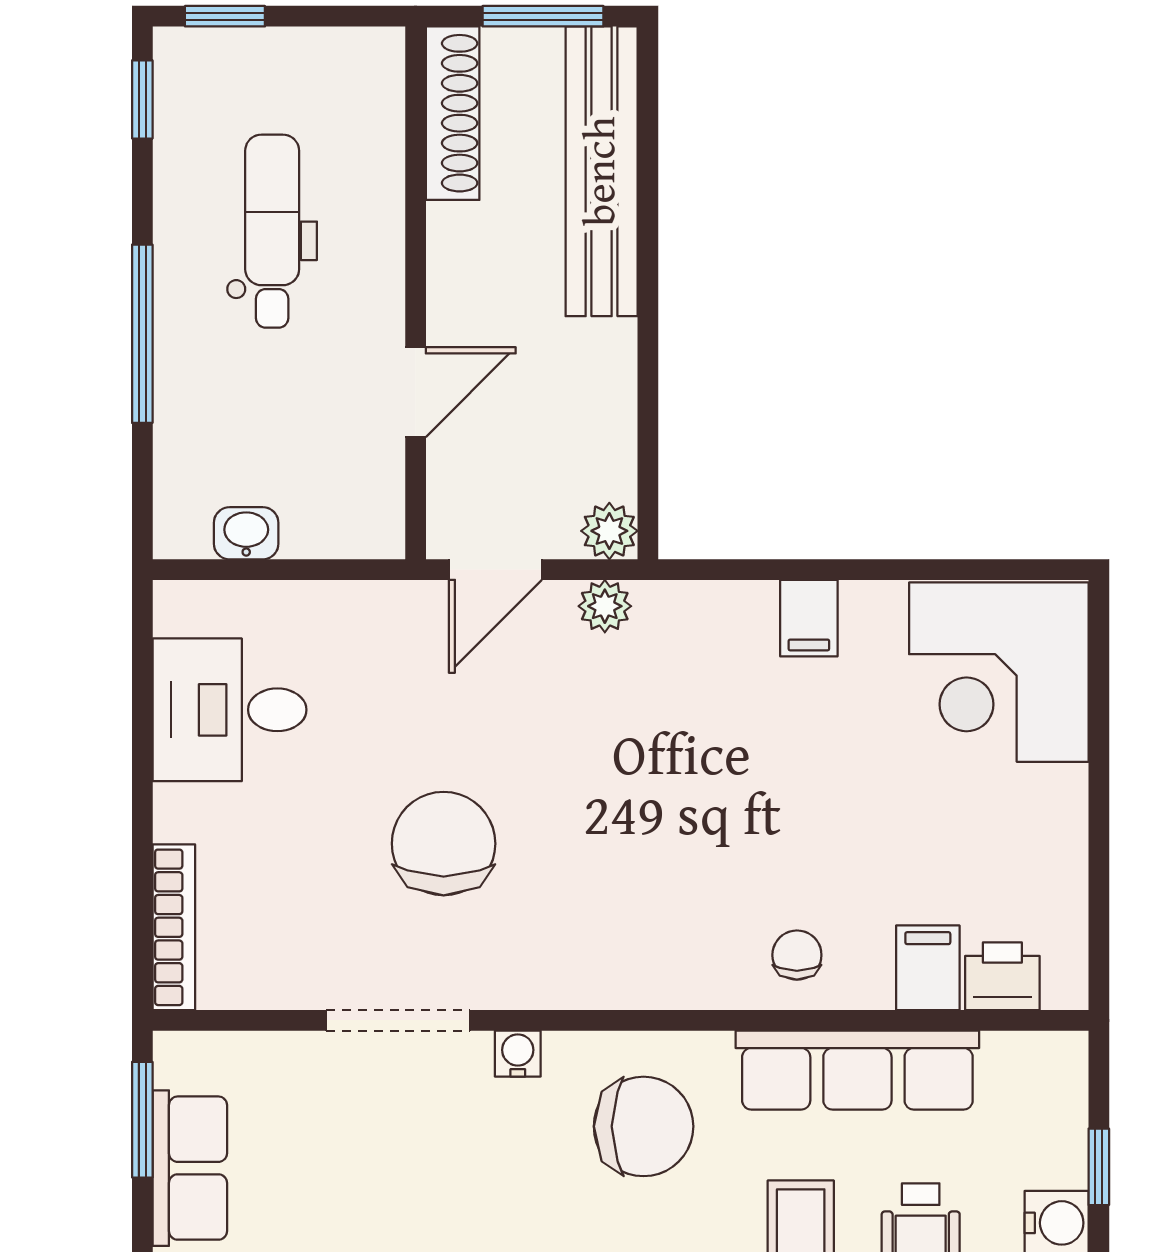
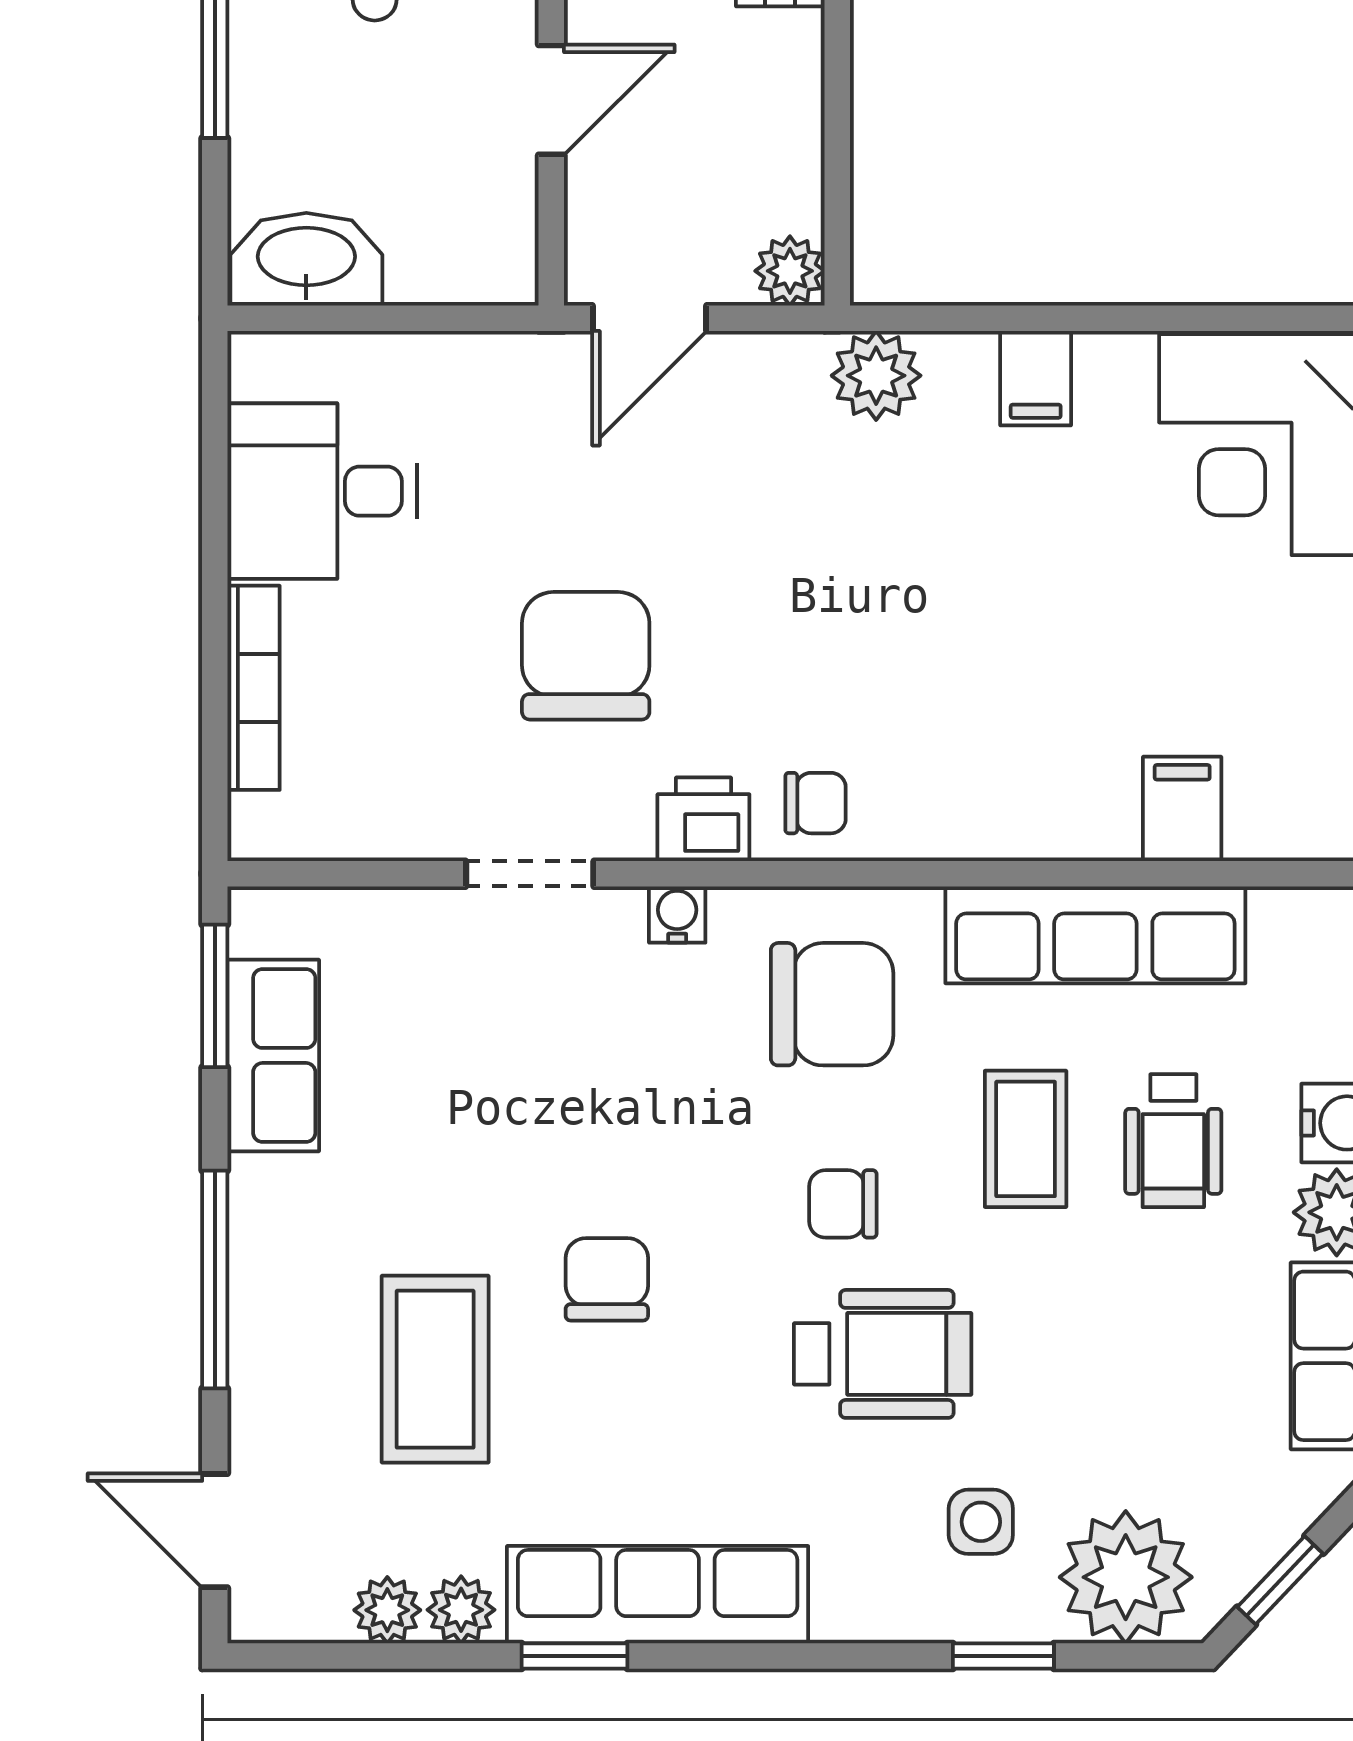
washbasin: (246, 533) -> (306, 259), width x1.91, depth x1.45
plant: (605, 606) -> (876, 376), moved, width x1.38, depth x1.38
bookcase: (174, 927) -> (254, 688), moved
chair: (797, 955) -> (815, 803), moved, turned 90
printer: (1002, 976) -> (703, 819), moved
doorway: (398, 1020) -> (530, 874), width x0.73

